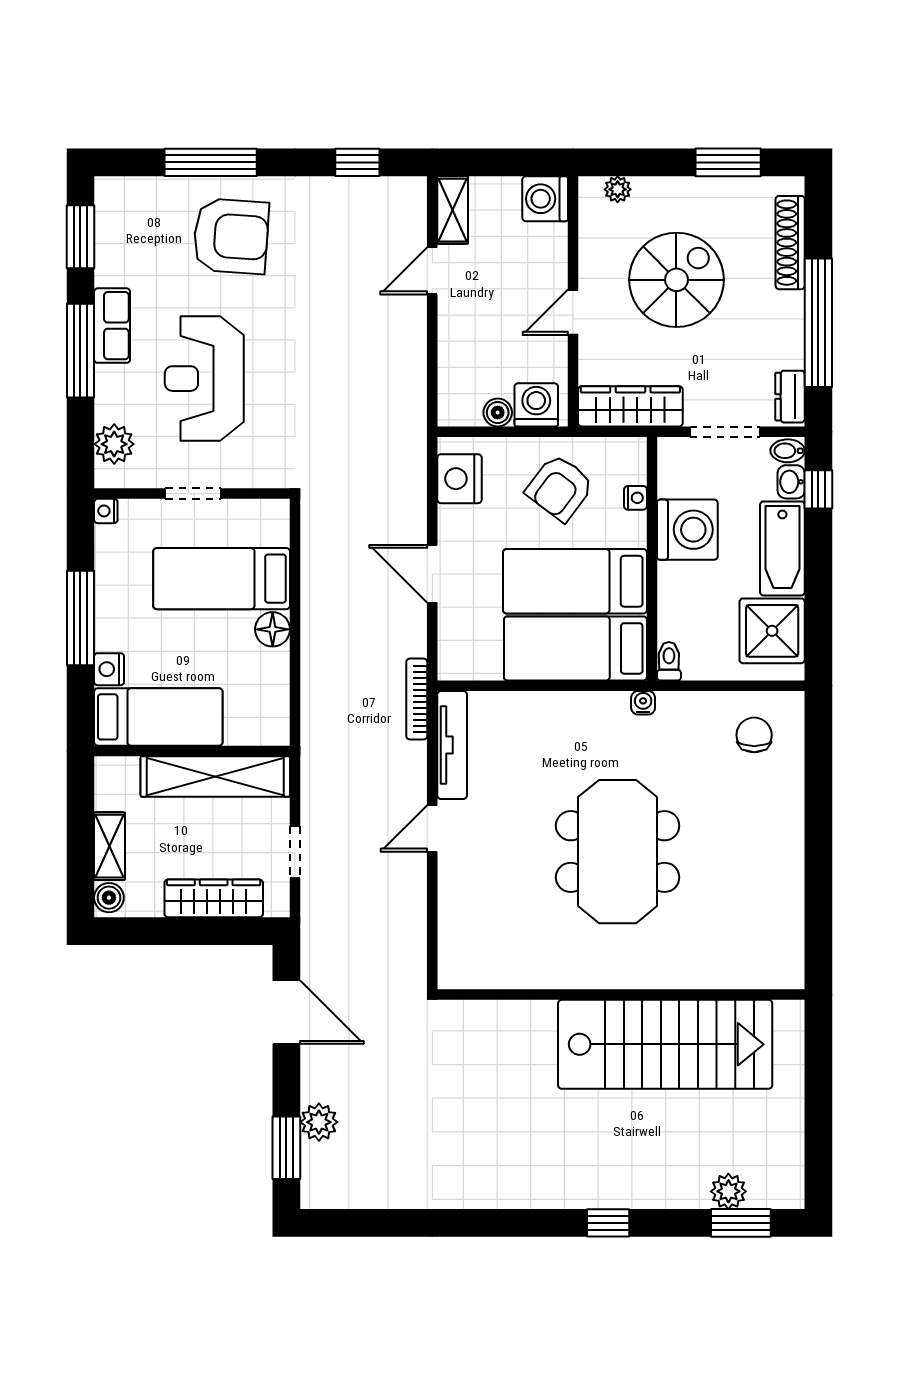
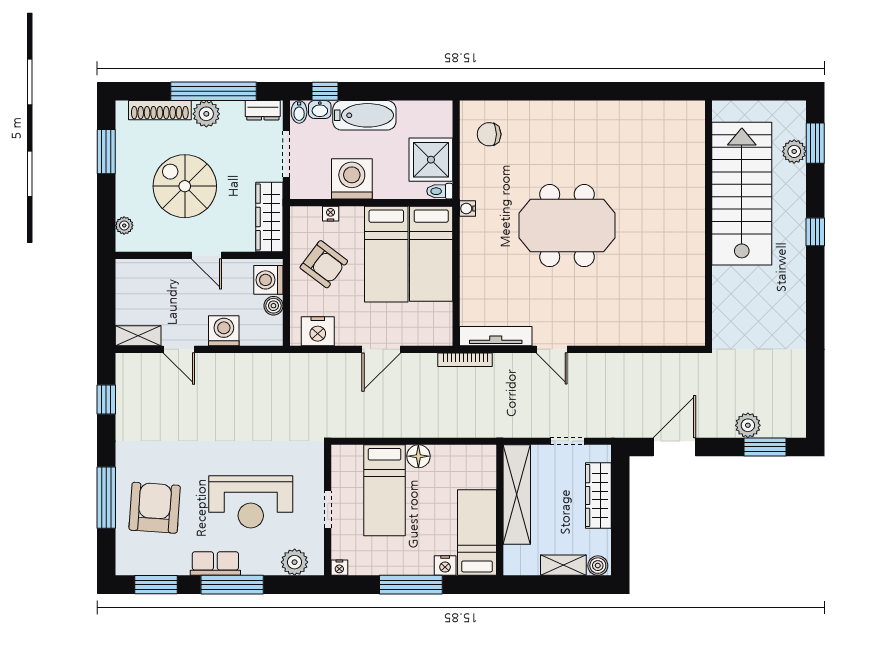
washing machine: (545, 199) -> (224, 331), moved, turned 180
armchair: (231, 236) -> (155, 508), moved
plant: (785, 312) -> (206, 114), added
shower: (772, 631) -> (431, 160), moved
wall: (621, 995) -> (709, 223), moved
stairs: (665, 1044) -> (742, 194), moved

